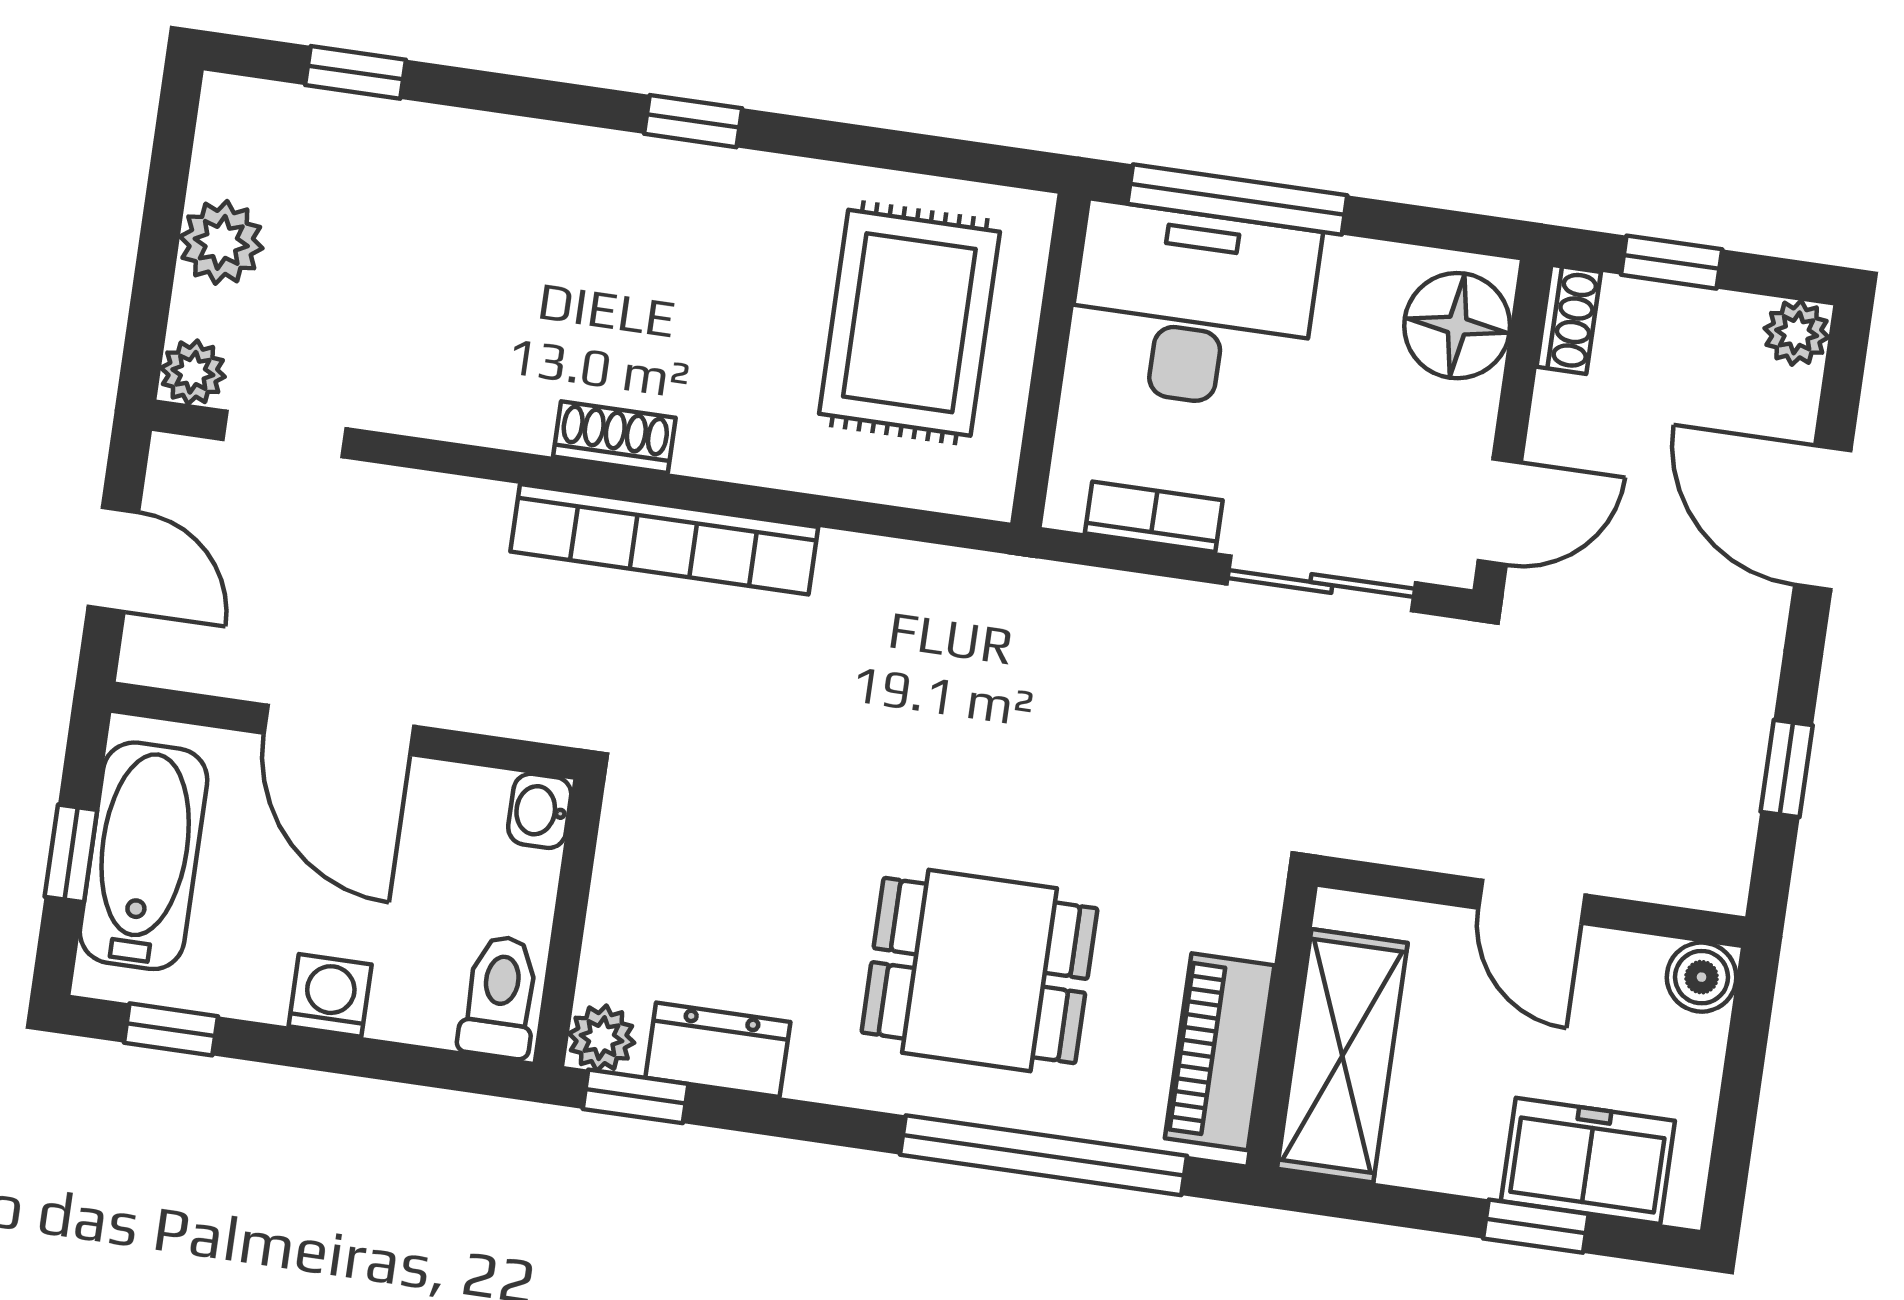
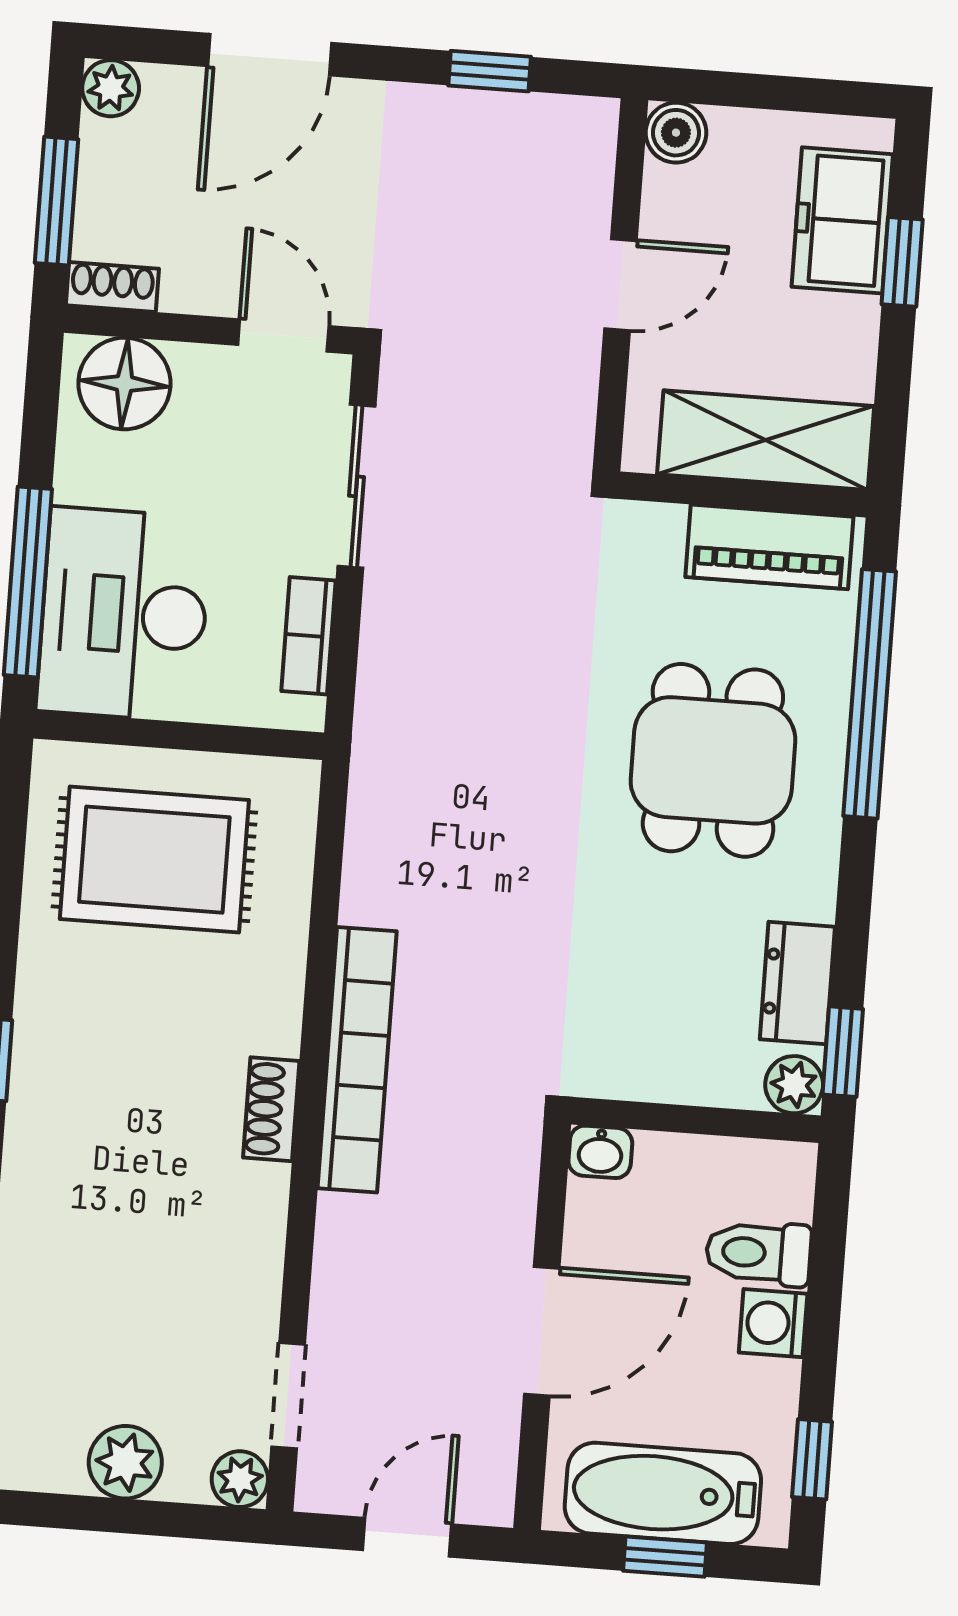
window: (1672, 262) -> (56, 201), width x1.50
toilet: (500, 997) -> (758, 1253), moved

